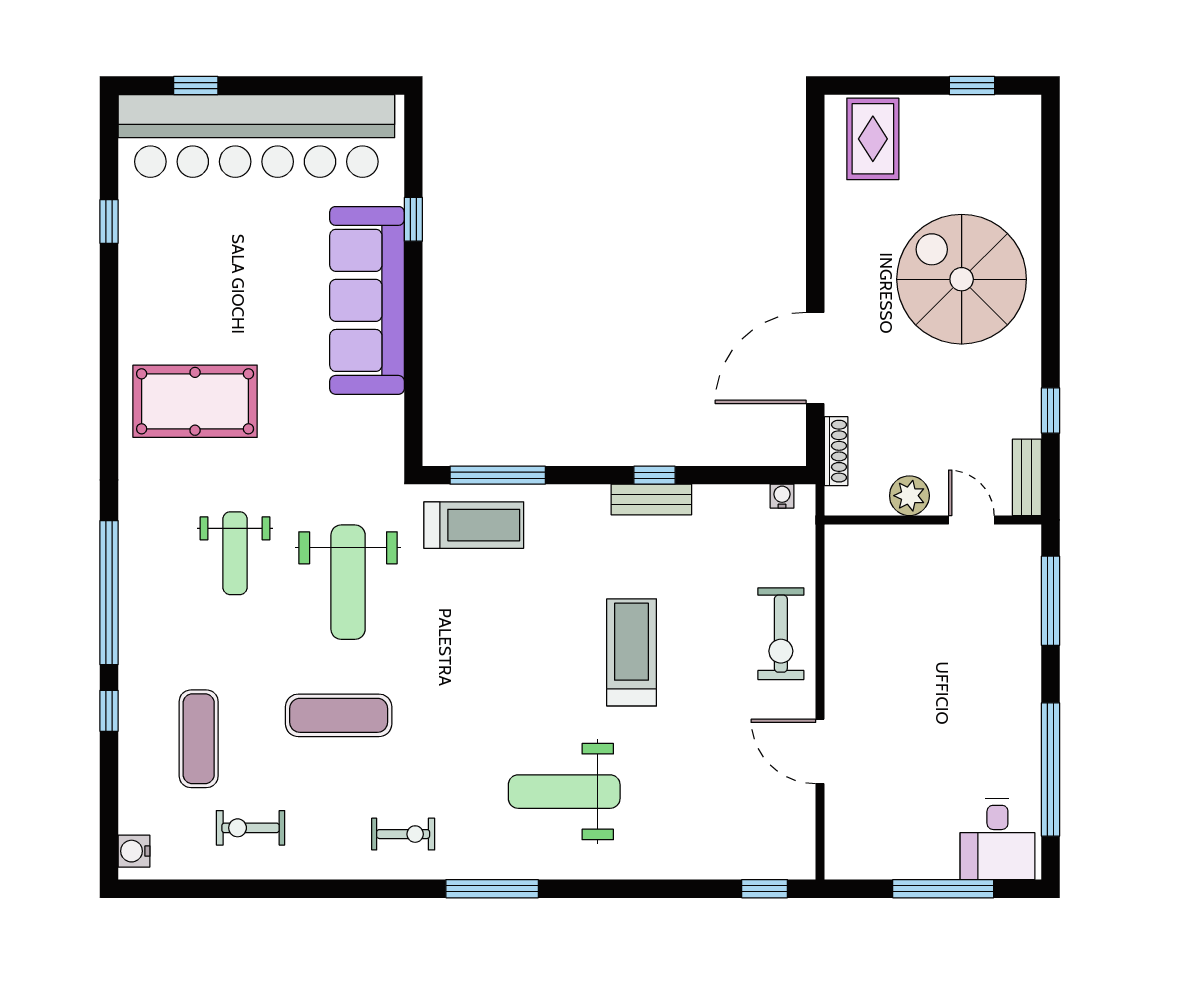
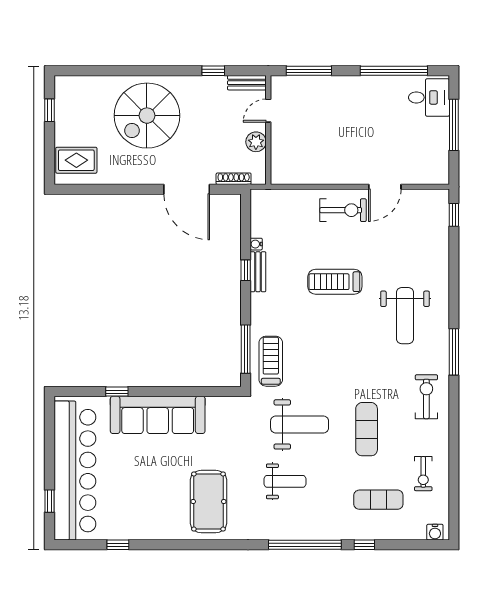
water cooler: (782, 496) -> (256, 244), moved
exercise bike: (781, 634) -> (343, 210), moved
exercise bike: (403, 834) -> (426, 397), width x1.38, depth x1.39

